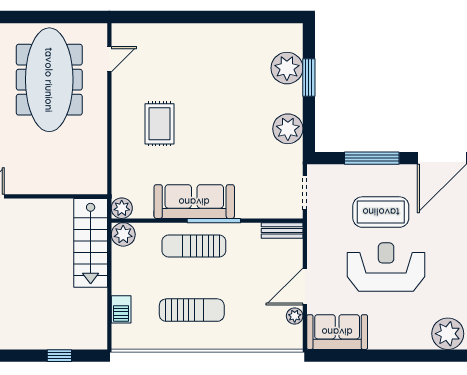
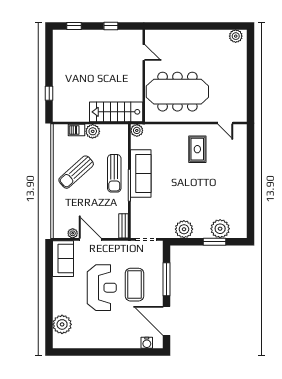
meeting table: (49, 80) -> (177, 92), moved
rug: (160, 124) -> (197, 149), moved, turned 90
plant: (123, 234) -> (93, 131), moved
sun lounger: (194, 246) -> (114, 173), turned 180
sun lounger: (192, 310) -> (76, 172), turned 48

